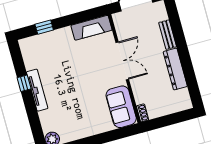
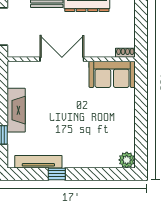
fireplace: (91, 28) -> (16, 110), moved
tv unit: (37, 90) -> (38, 162), moved

